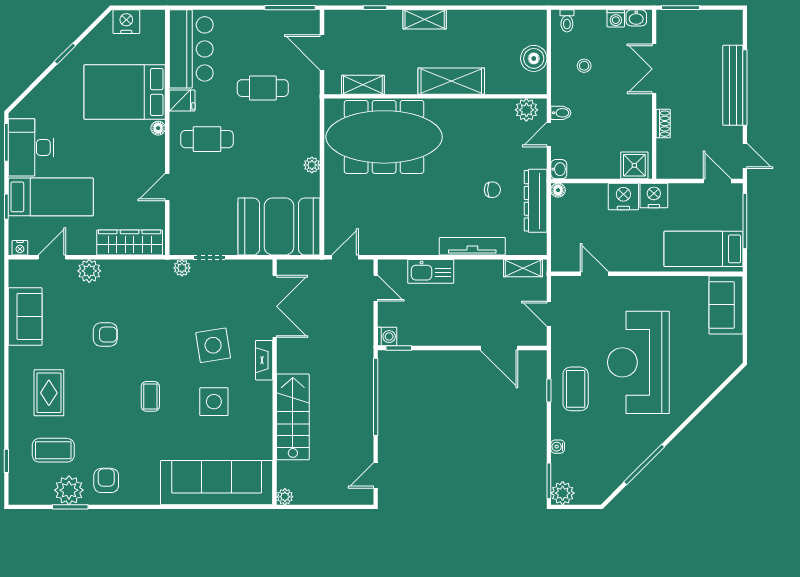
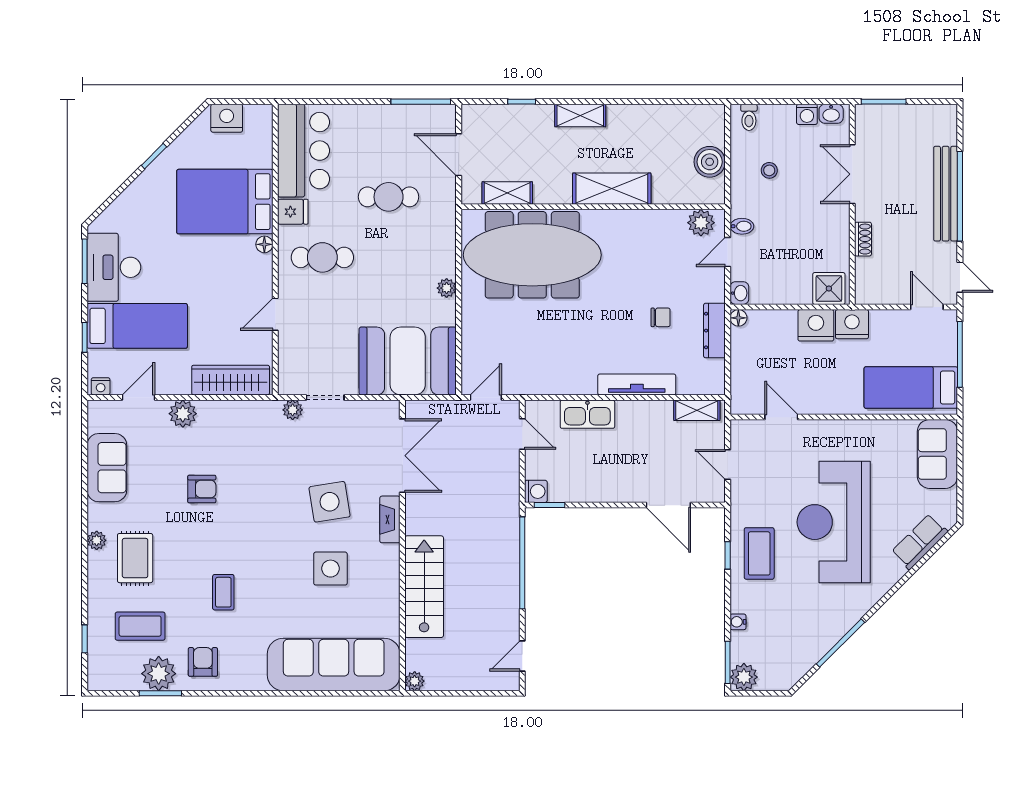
dresser: (536, 201) -> (714, 331), width x0.73, depth x0.80
plant: (17, 378) -> (97, 540), added
row of seats: (711, 379) -> (920, 542), added
coffee table: (150, 396) -> (223, 592), moved

